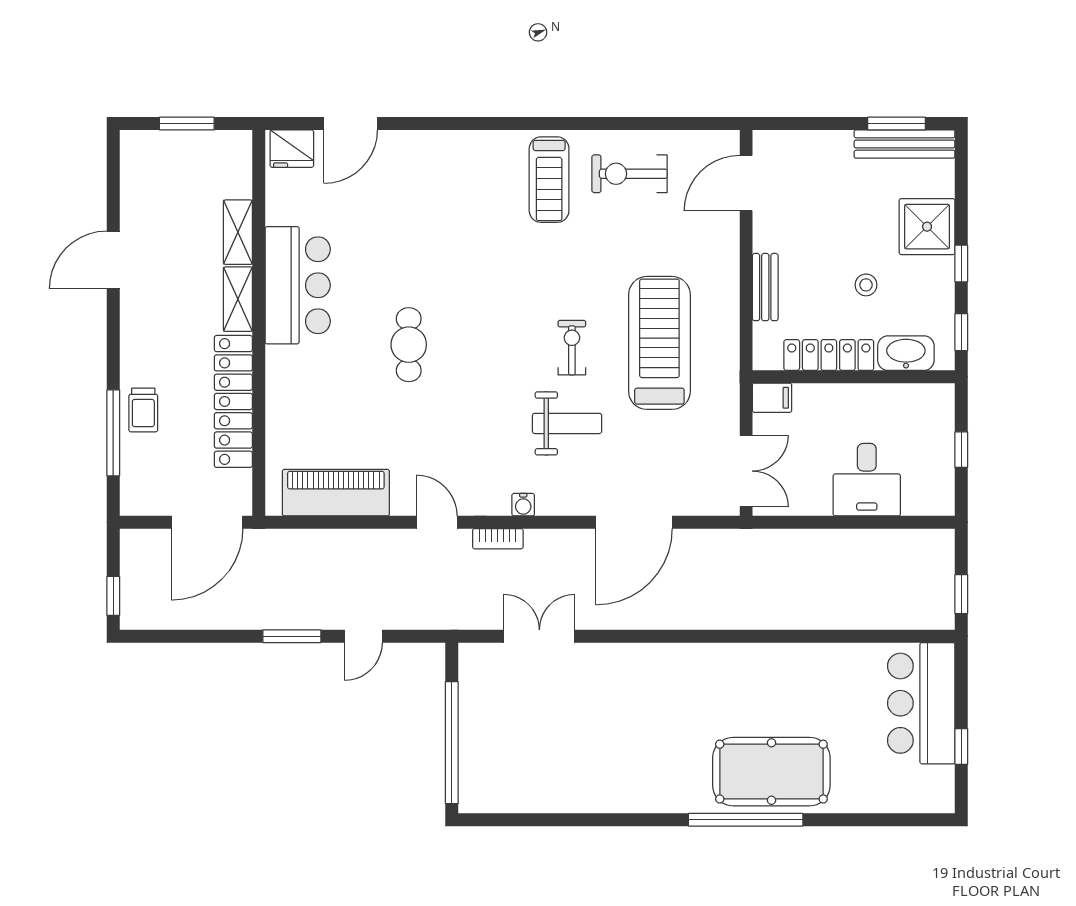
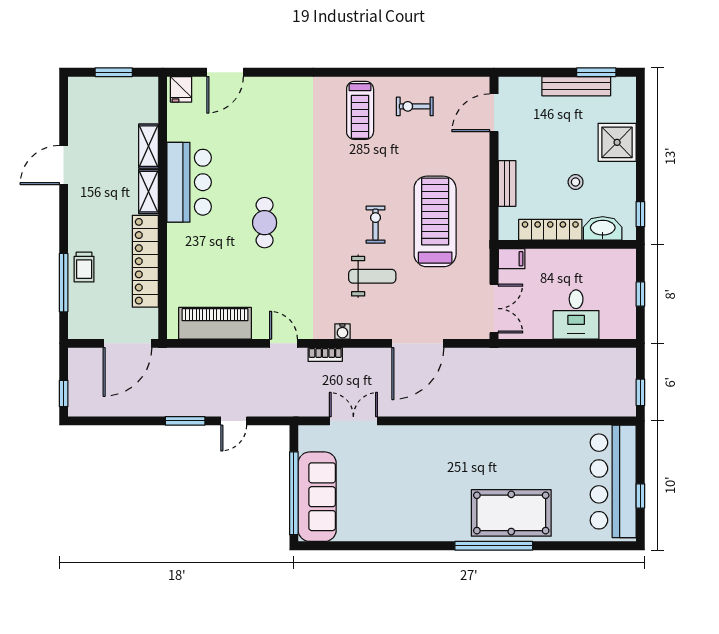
bench: (905, 144) -> (576, 86), moved
fridge: (292, 149) -> (181, 89), width x0.72
exercise bike: (630, 174) -> (415, 106), width x0.73, depth x0.72
window: (961, 263) -> (640, 167), removed
bar counter: (921, 703) -> (613, 481), width x1.36
sofa: (486, 748) -> (317, 497), added

